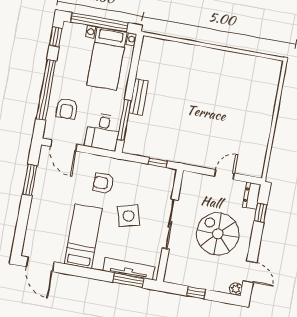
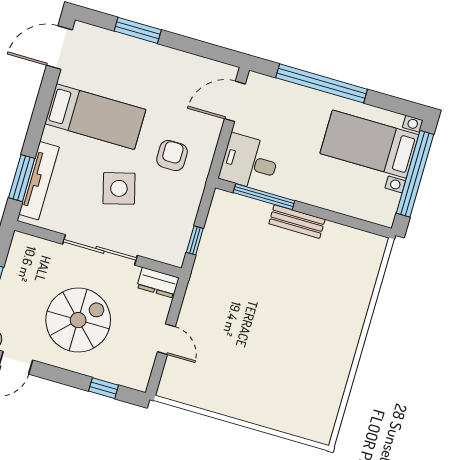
window: (56, 37) -> (400, 106), removed
bed with nightstands: (107, 59) -> (369, 144), moved
armchair: (67, 109) -> (290, 112), removed
window: (30, 180) -> (138, 30), moved
dresser: (252, 196) -> (158, 283), moved, turned 180

